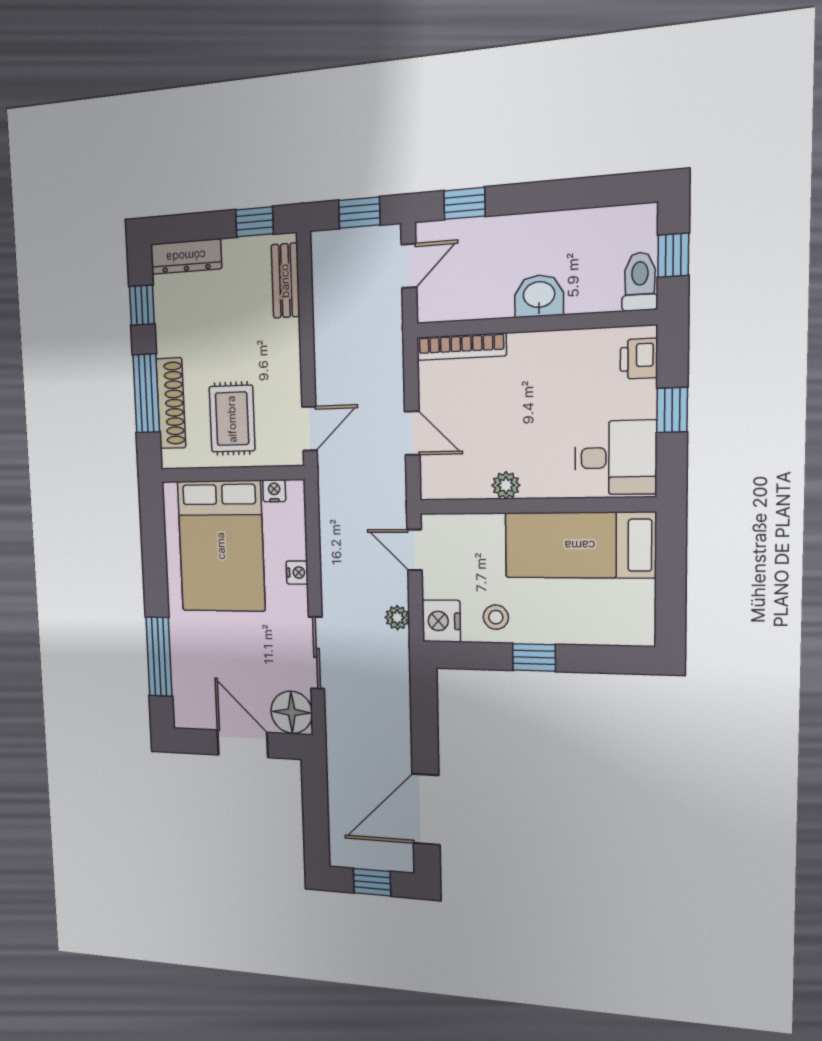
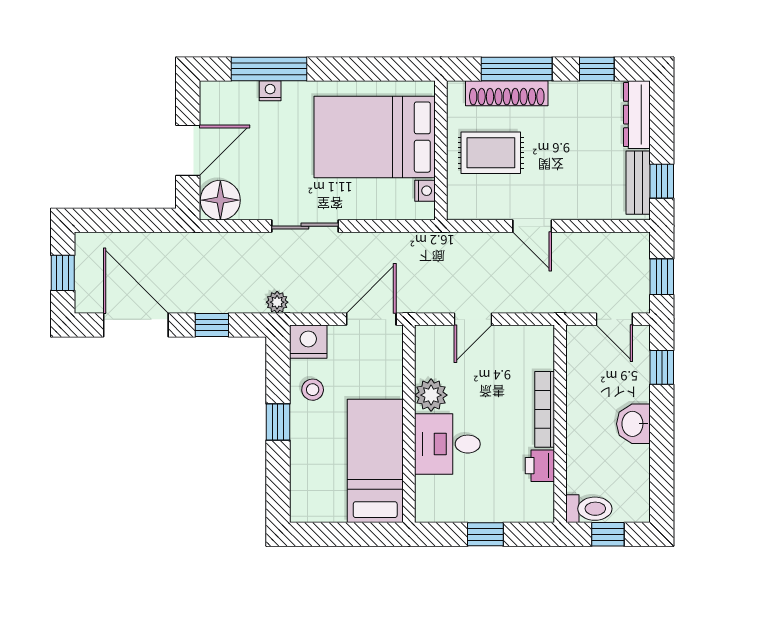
bench: (285, 281) -> (638, 183), moved, turned 90
washbasin: (539, 296) -> (633, 424), moved, turned 180
bookcase: (461, 347) -> (545, 409), moved
printer: (639, 359) -> (540, 466), moved, turned -90
door: (310, 429) -> (532, 226), moved
desk: (616, 458) -> (447, 444), moved, turned 90
plant: (506, 485) -> (431, 395), width x1.38, depth x1.38
door: (415, 550) -> (371, 319), width x1.38
nightstand: (297, 573) -> (270, 91), moved, turned 180
plant: (397, 618) -> (277, 302), moved
sliding door: (316, 653) -> (305, 226), moved
window: (425, 727) -> (212, 325), added

